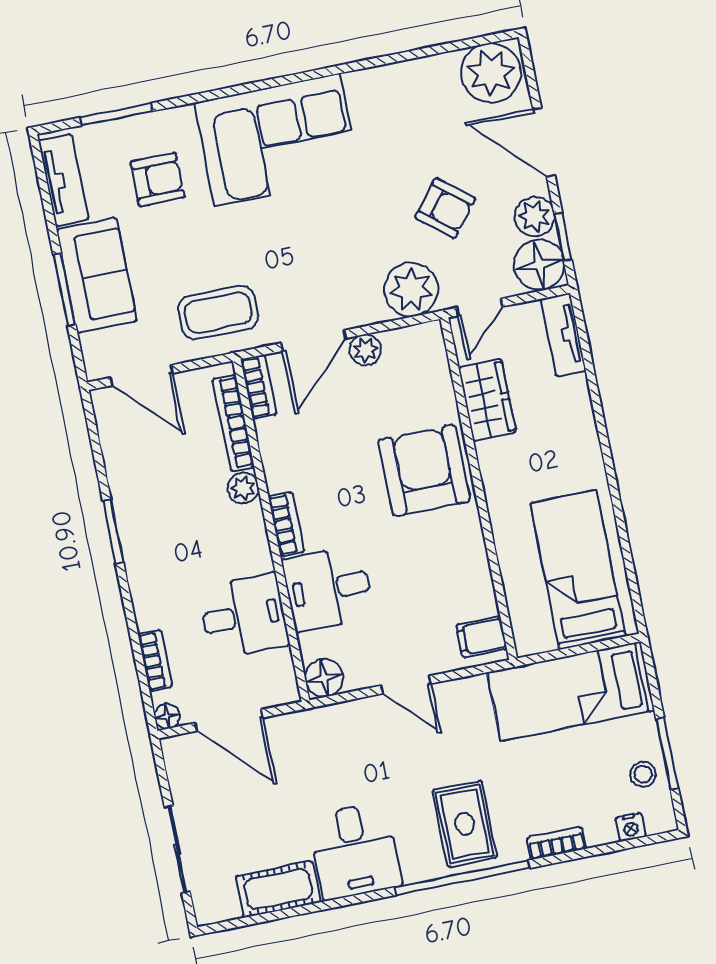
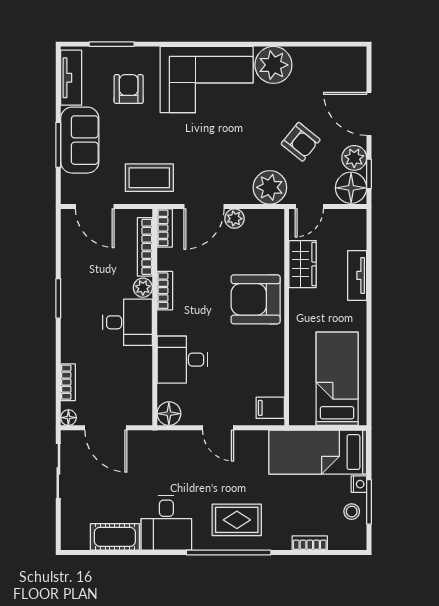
plant: (491, 73) -> (273, 65), moved
armchair: (157, 179) -> (129, 89), turned -90
tv unit: (563, 335) -> (357, 275), moved
armchair: (424, 471) -> (256, 299), turned -90
bookcase: (286, 524) -> (165, 291), moved
desk: (244, 616) -> (128, 322), moved
rug: (465, 824) -> (237, 520), turned 90
nightstand: (631, 827) -> (359, 484), moved, turned -90
bookcase: (556, 843) -> (310, 543), moved
sliding door: (177, 849) -> (58, 471), moved

